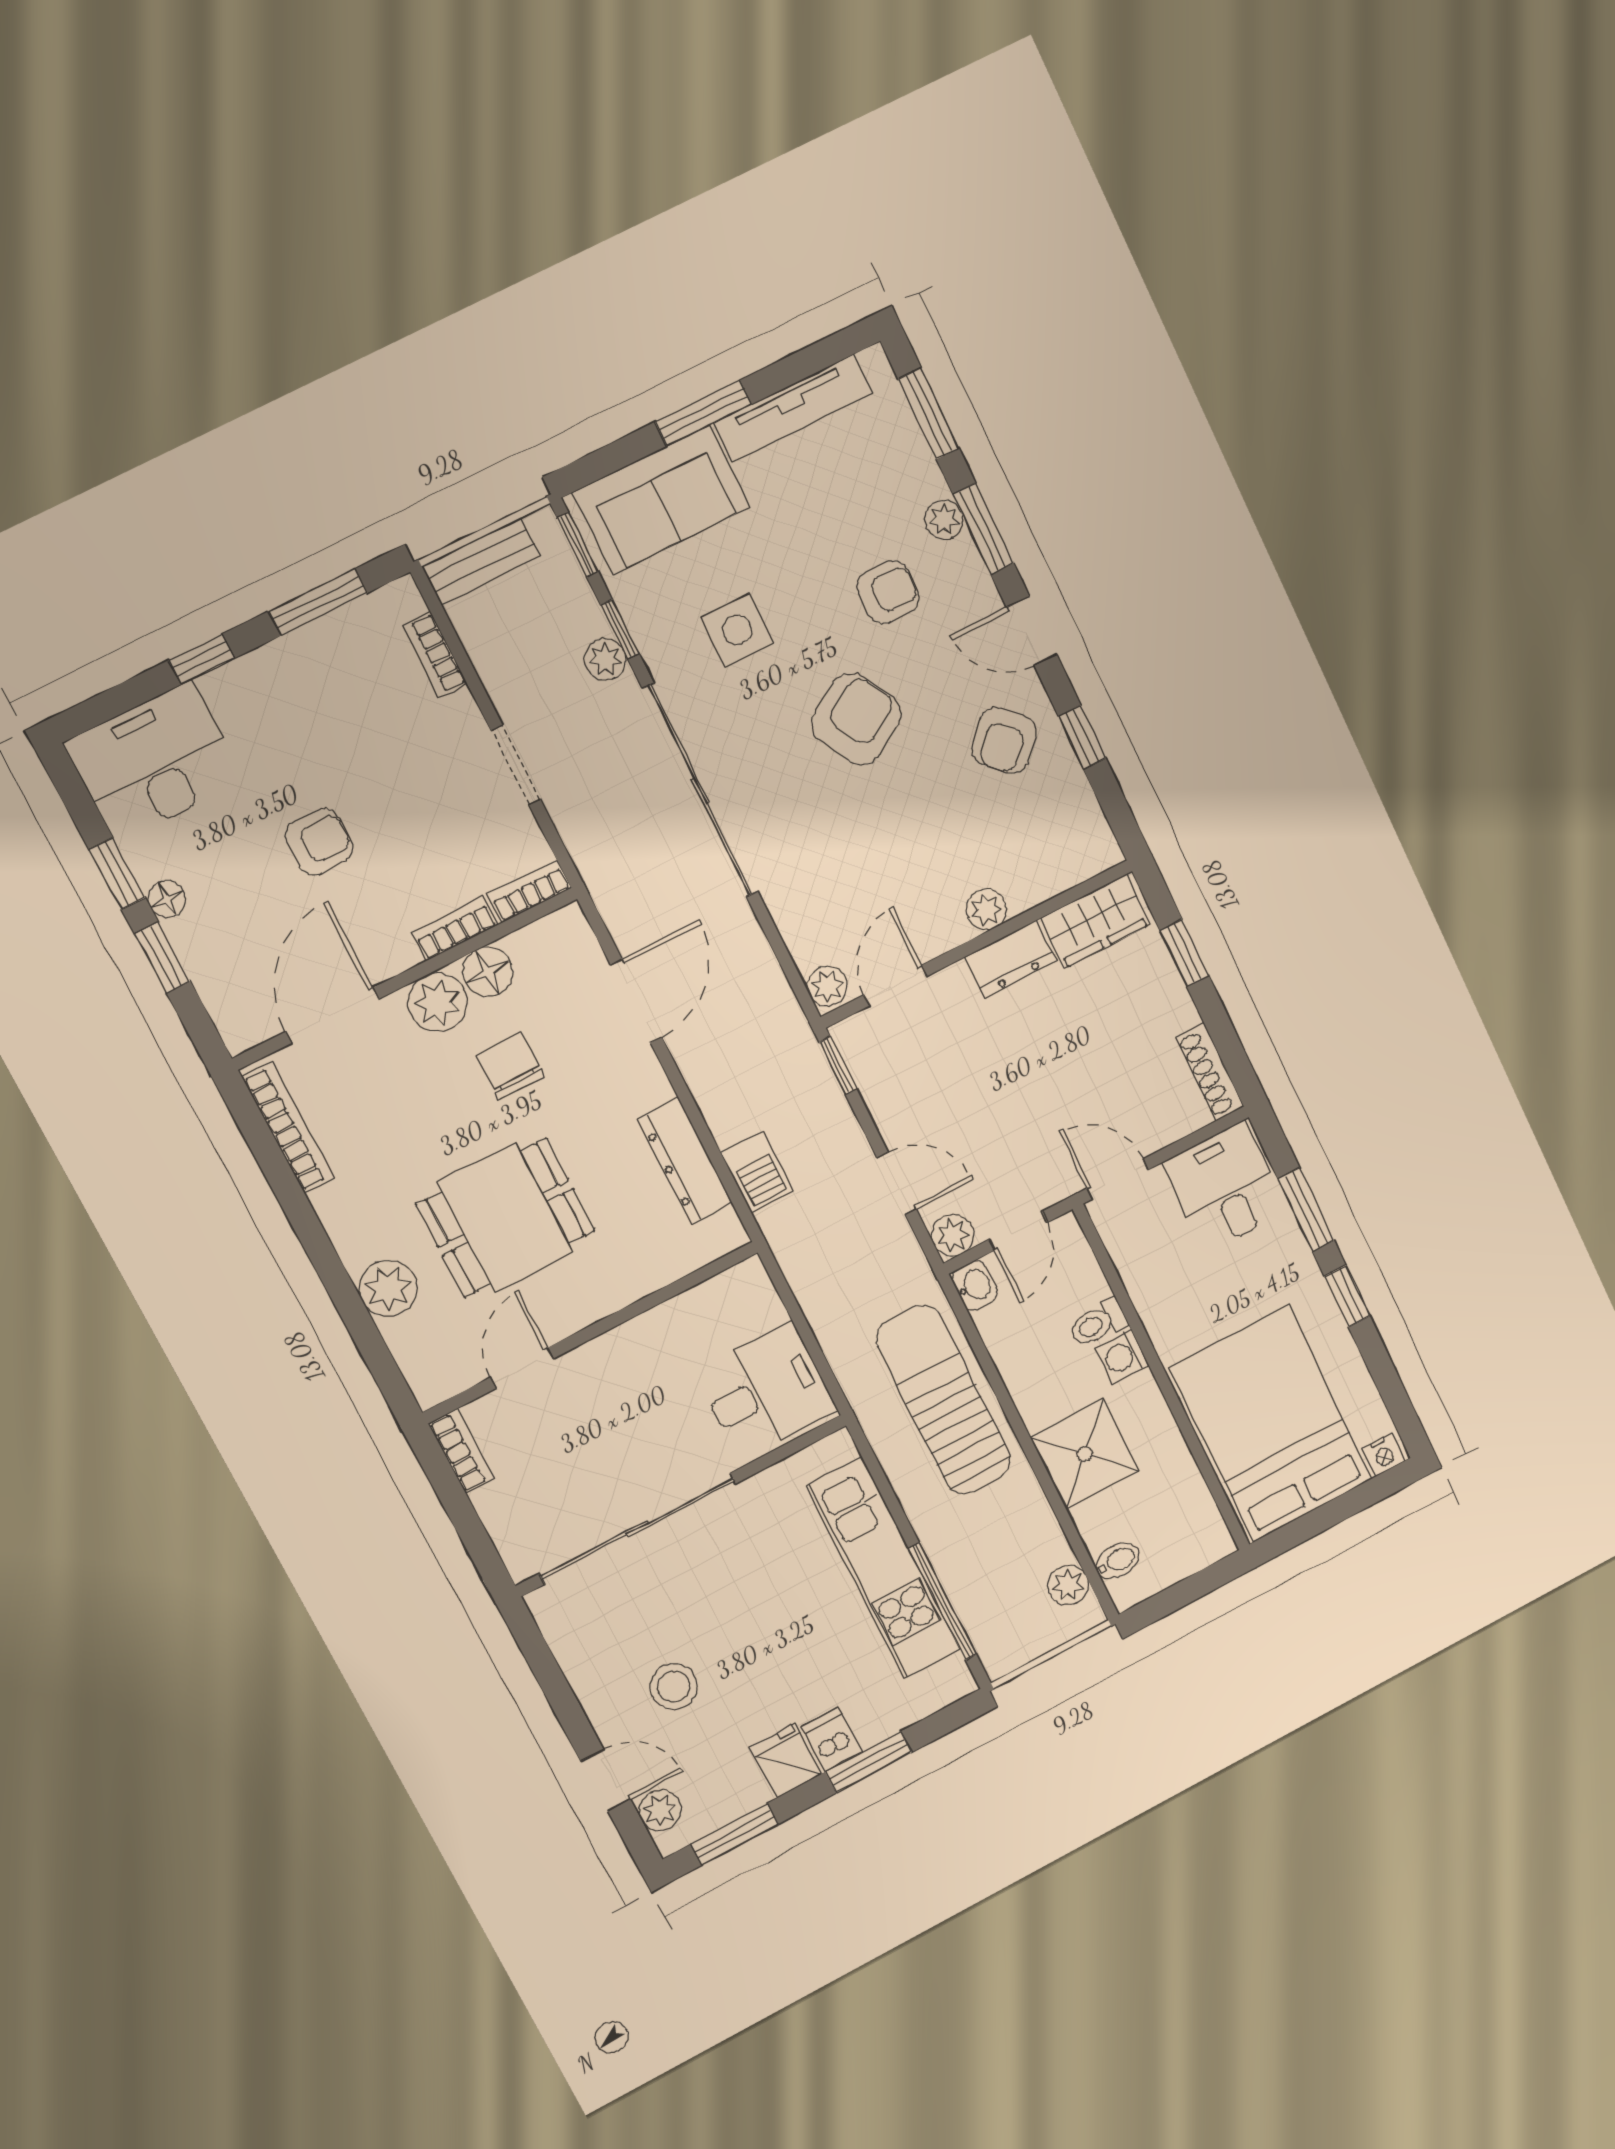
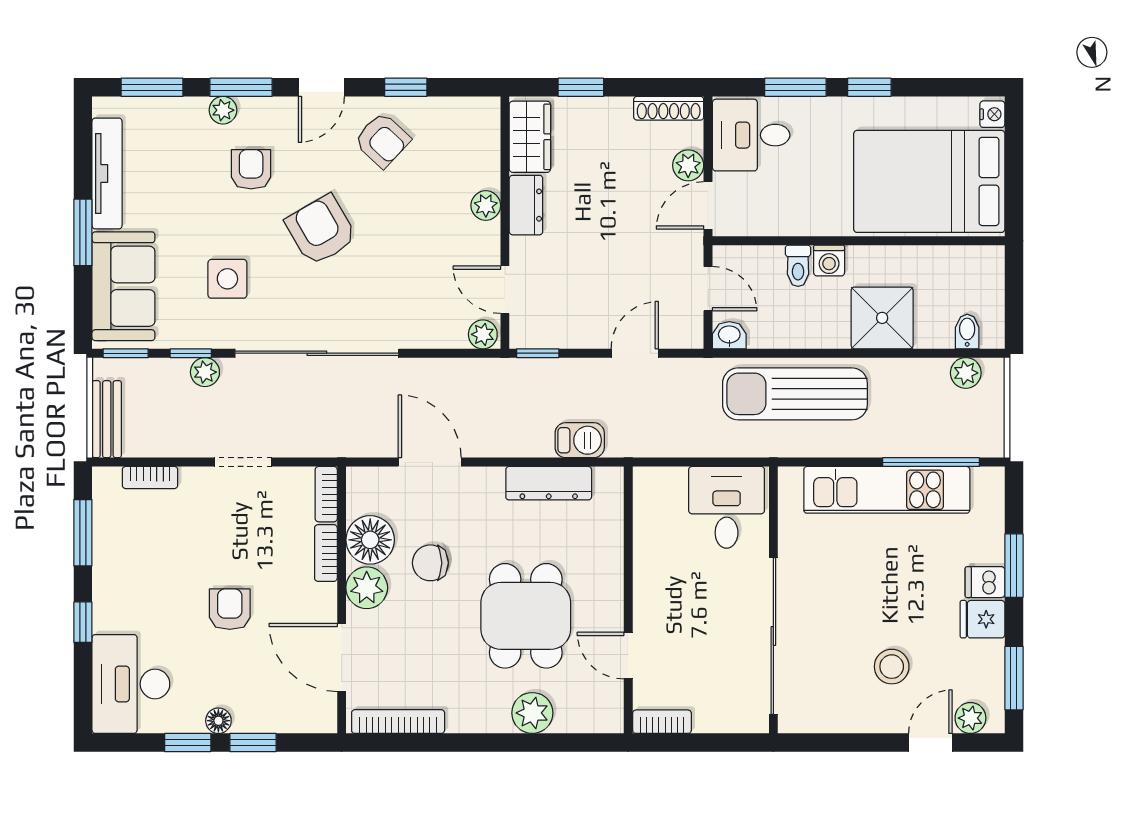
floor lamp: (488, 972) -> (370, 540), width x1.38, depth x1.38
plant: (953, 1235) -> (688, 165), moved

